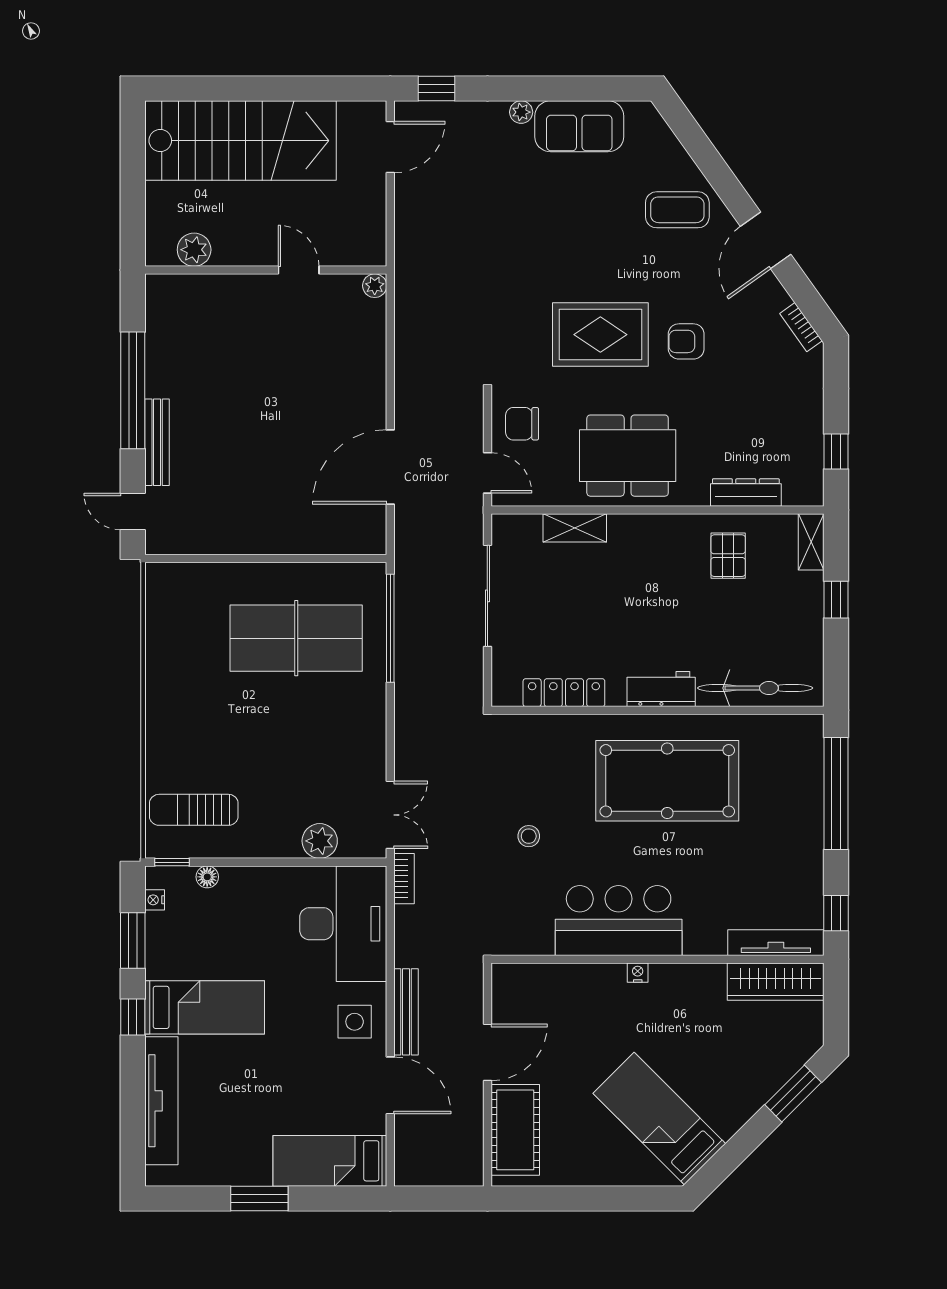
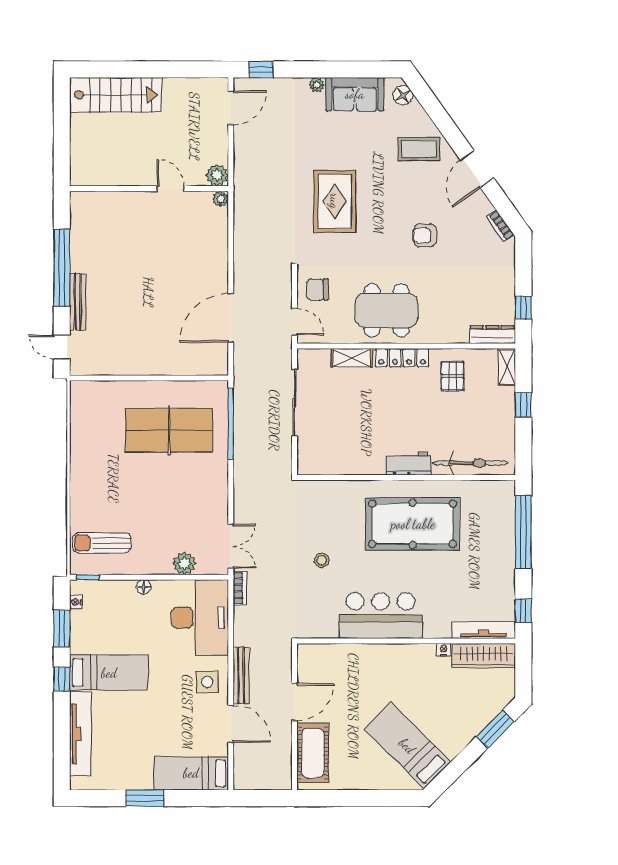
floor lamp: (653, 128) -> (403, 95), added
stairs: (241, 141) -> (116, 95), width x0.73, depth x0.66
plant: (194, 250) -> (217, 175), moved
rug: (600, 335) -> (335, 201), moved, turned 90
dresser: (746, 493) -> (492, 335), moved
locker: (564, 693) -> (402, 358), moved, turned 180
floor lamp: (207, 877) -> (144, 587), moved
nightstand: (638, 973) -> (444, 650), moved

